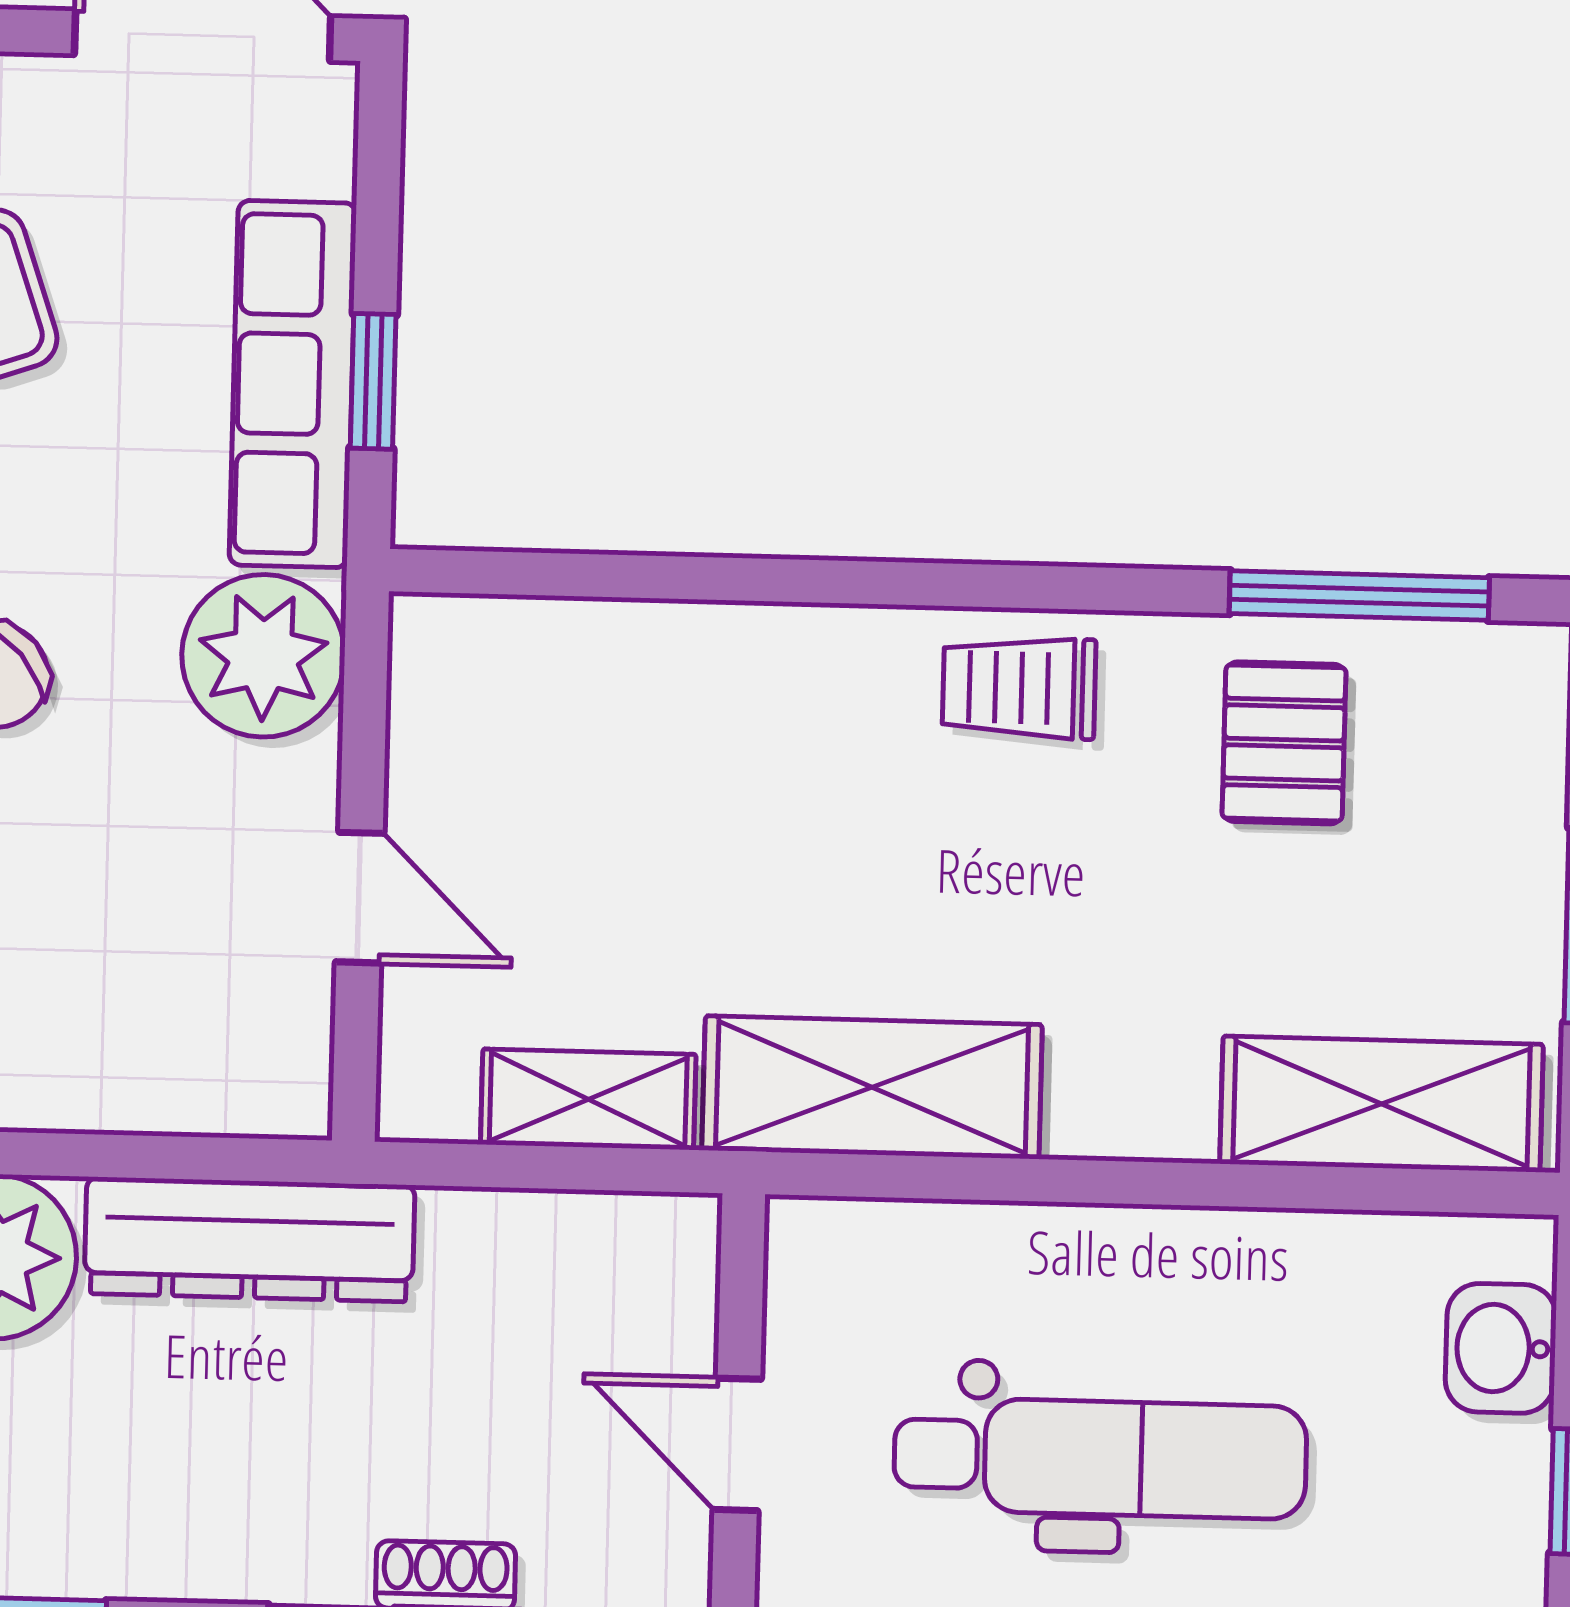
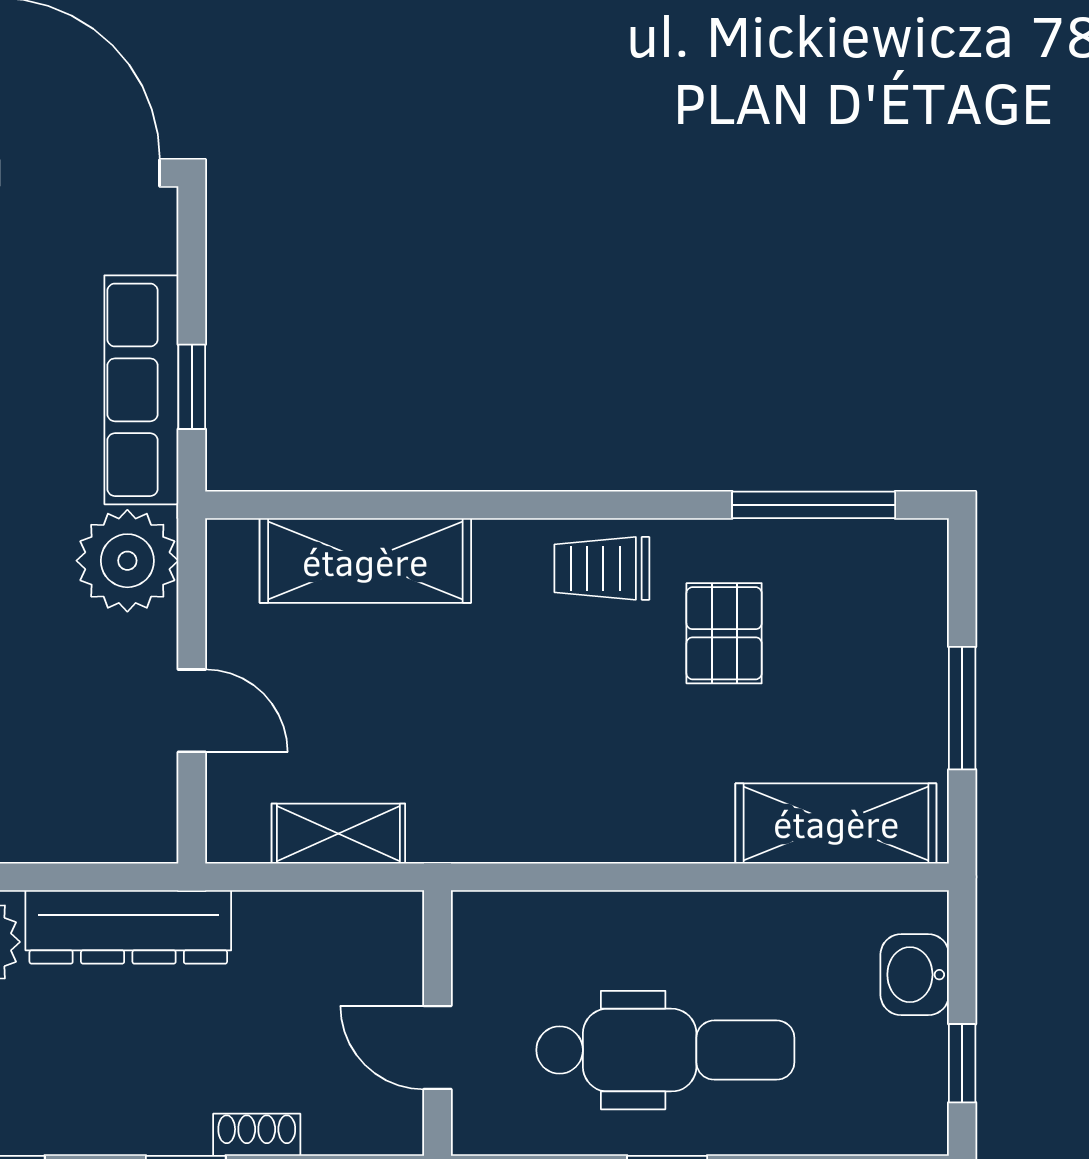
pallet: (1284, 743) -> (724, 633), moved
shelving: (872, 1087) -> (365, 561), moved

